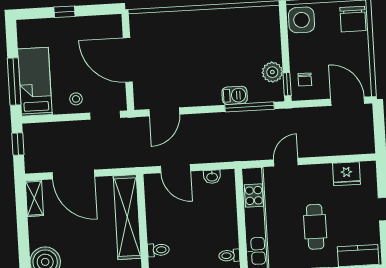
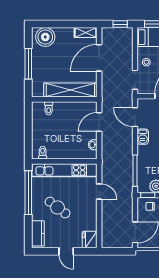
barbecue: (235, 95) -> (143, 137), moved
fridge: (346, 174) -> (90, 240), moved
cafe table: (315, 227) -> (58, 207), turned 37

